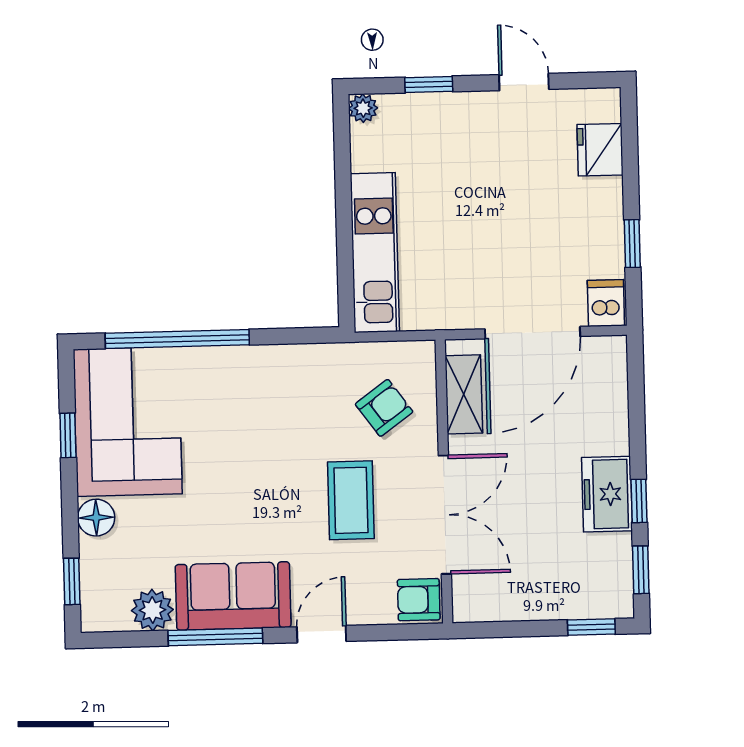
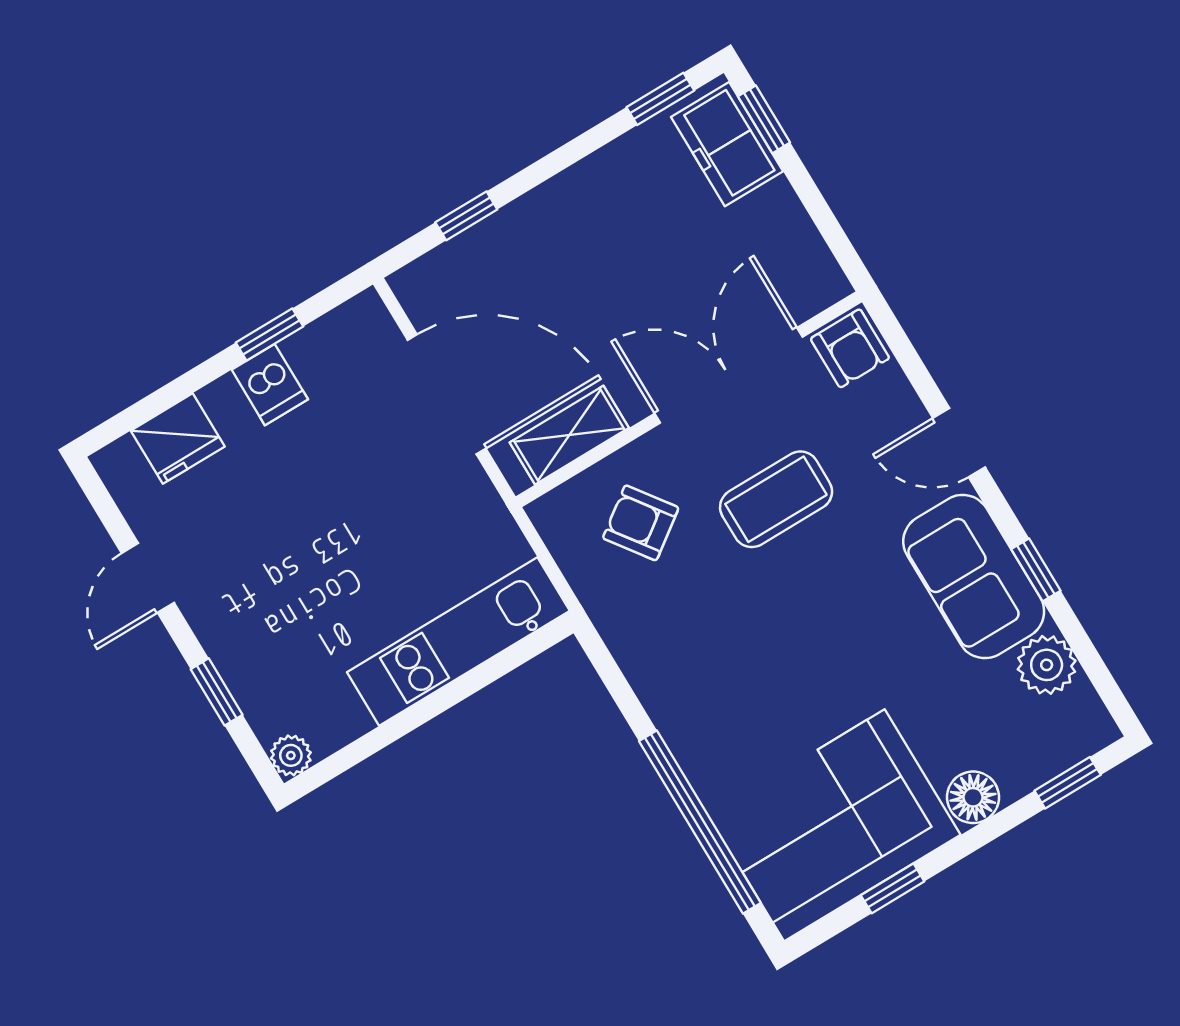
dishwasher: (606, 303) -> (270, 385), moved, turned -90
freezer: (607, 494) -> (727, 144), moved, turned 90
window: (639, 501) -> (466, 216), moved
window: (215, 637) -> (1036, 570), width x0.46

